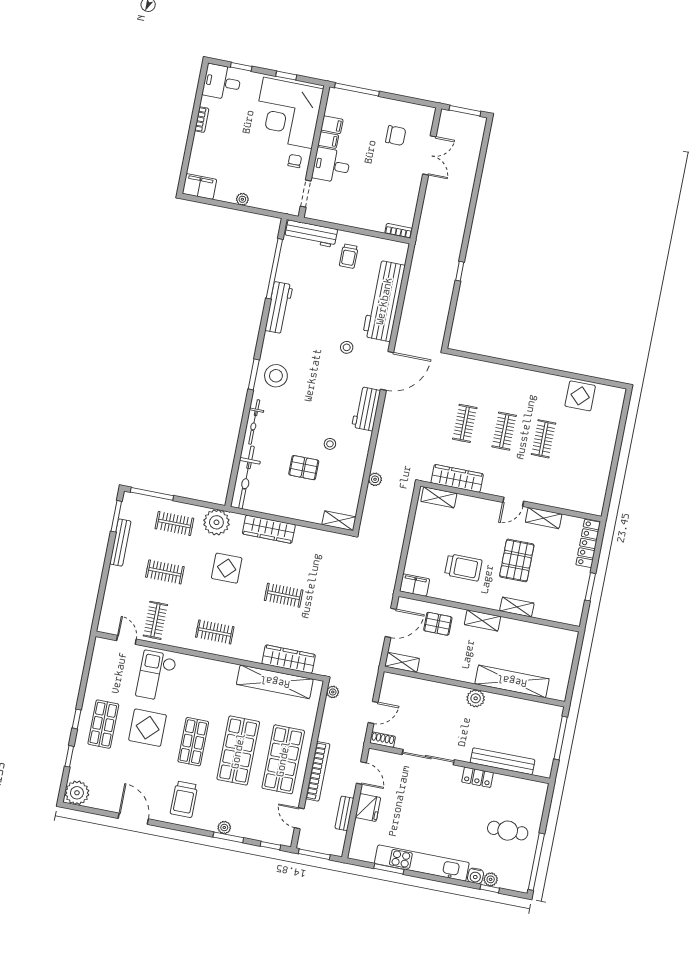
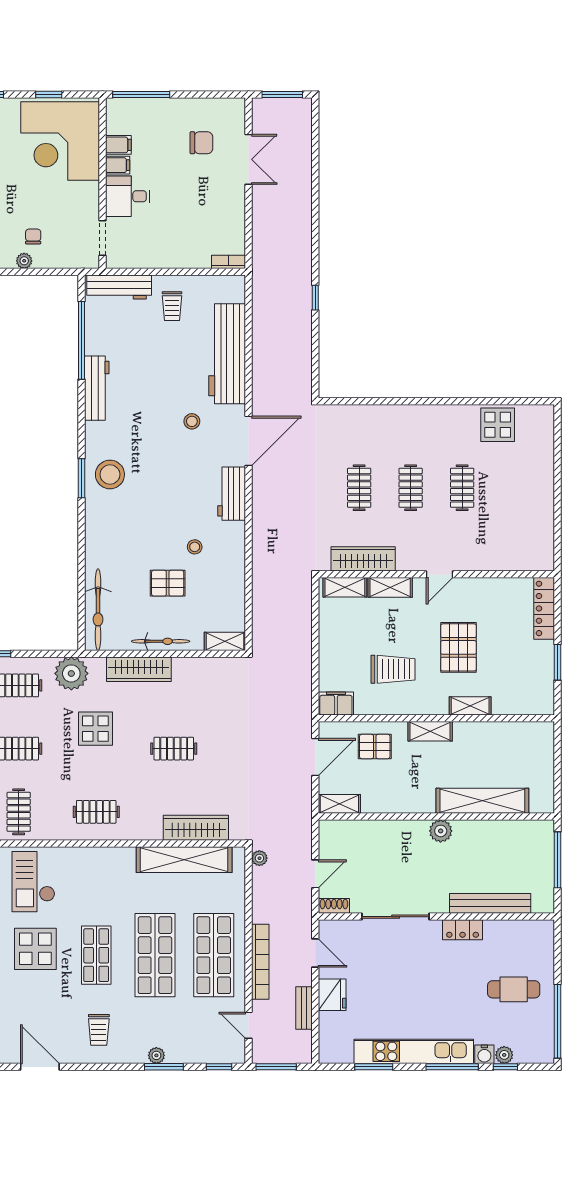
chair: (295, 161) -> (33, 236), moved
bicycle: (254, 422) -> (161, 641), moved, turned -90
plant: (375, 479) -> (260, 580), removed
shelving: (544, 518) -> (390, 587), moved
trolley: (184, 799) -> (99, 1030), width x0.73, depth x0.72
window: (449, 881) -> (452, 1067), added

